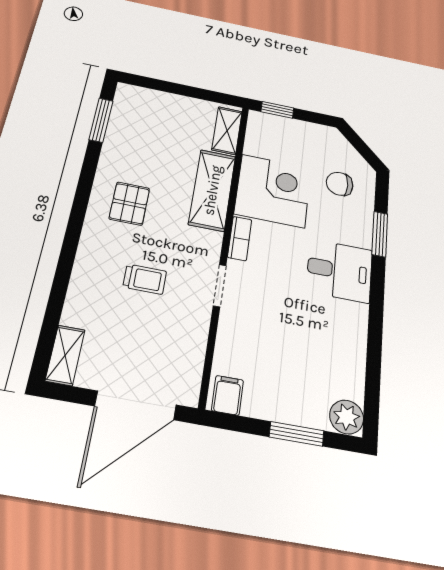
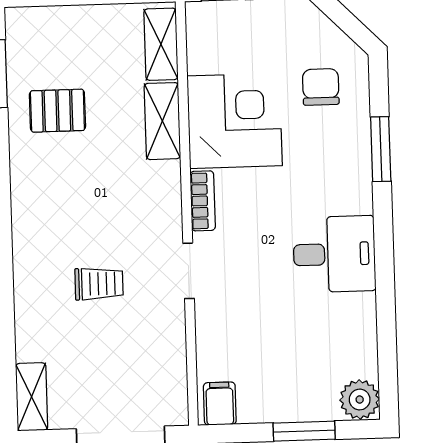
chair: (340, 184) -> (321, 87), turned 90
shelving: (212, 190) -> (162, 121), width x0.67, depth x0.75
pallet: (129, 204) -> (57, 111), moved, turned 90
desk: (339, 271) -> (334, 254), moved

